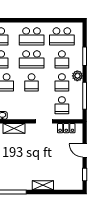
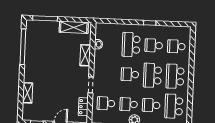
shelving: (43, 185) -> (28, 93), moved

